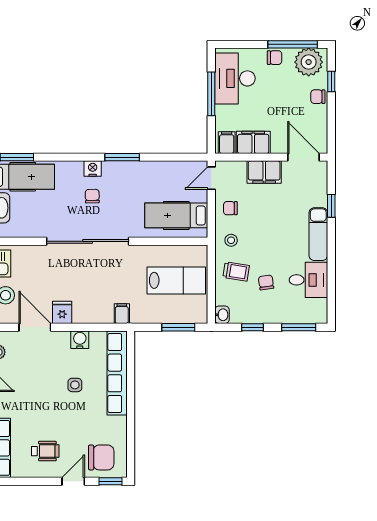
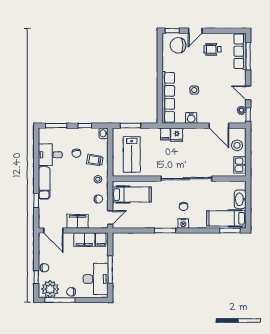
lab bench: (176, 280) -> (132, 154), turned -90
fridge: (62, 312) -> (177, 135), moved

